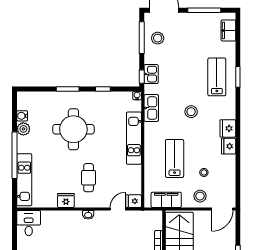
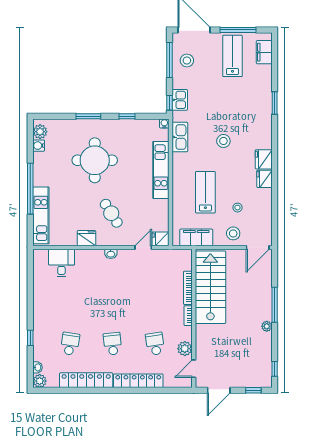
lab bench: (217, 77) -> (232, 56), moved
plant: (23, 129) -> (40, 132), moved
cafe table: (89, 178) -> (111, 213), turned -32
desk: (29, 223) -> (61, 263), moved

